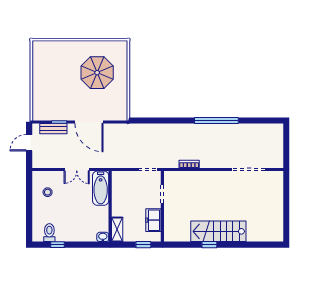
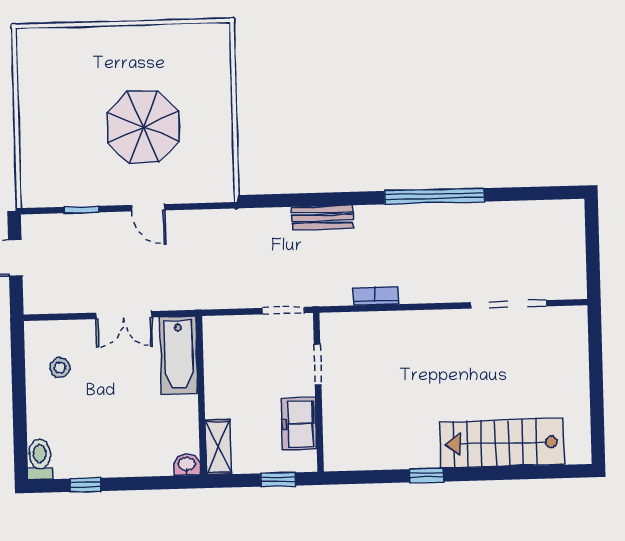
parasol: (97, 73) -> (143, 127), moved
door: (89, 122) -> (148, 208), width x0.53
bench: (53, 129) -> (322, 218), moved
stairs: (218, 231) -> (502, 443), moved
toilet: (49, 233) -> (40, 459), moved

